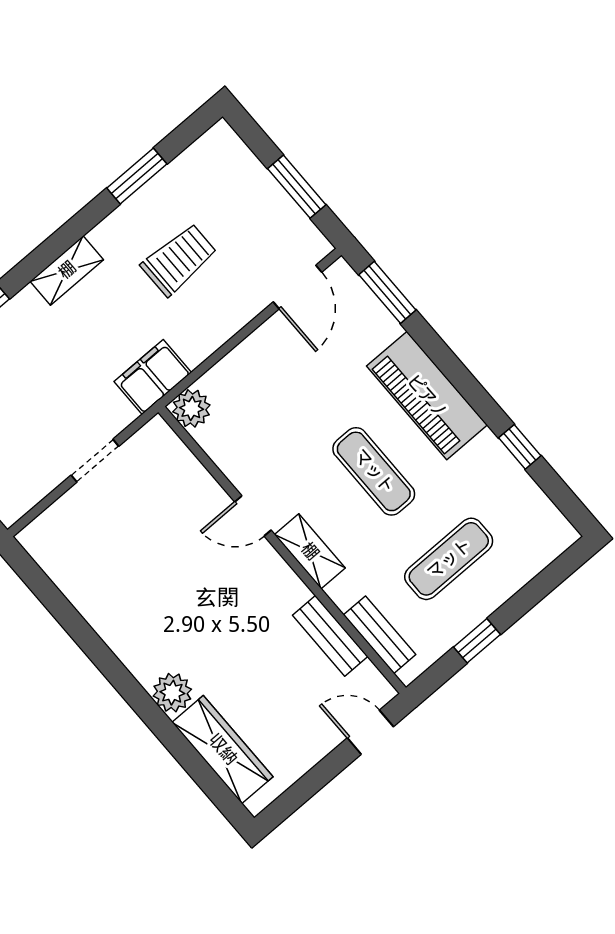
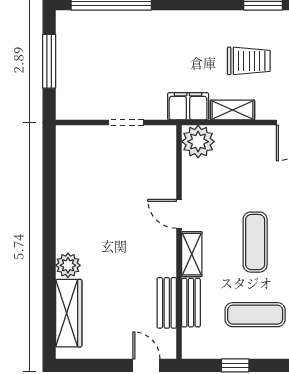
shelving: (67, 270) -> (232, 110), moved
plant: (191, 408) -> (198, 142), width x1.36, depth x1.36
bench: (380, 635) -> (191, 303), moved

